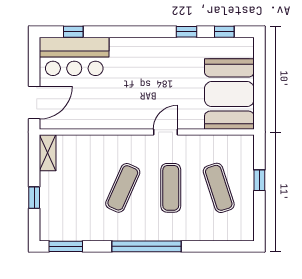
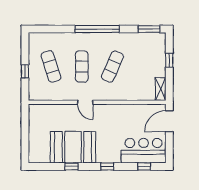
window: (224, 32) -> (107, 166), moved
booth: (229, 94) -> (73, 147), moved, turned 90
door: (165, 132) -> (85, 102), hinge flipped

